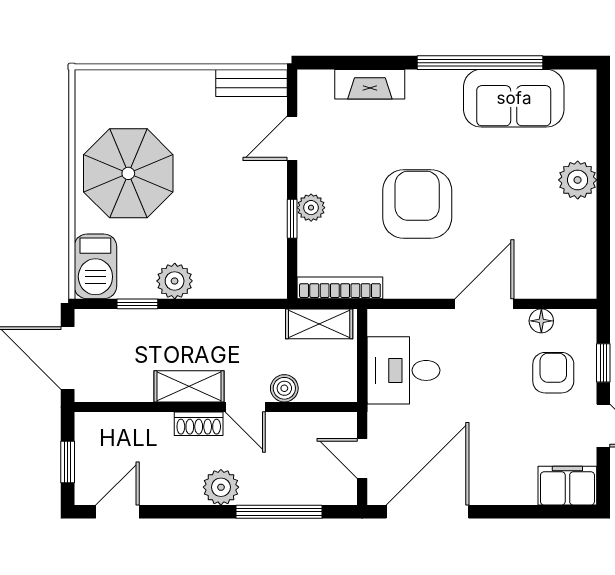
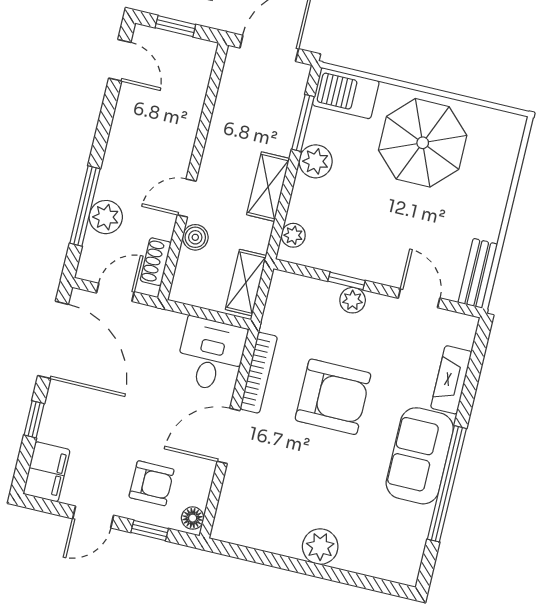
sofa: (514, 98) -> (420, 456), moved
plant: (258, 286) -> (293, 235), added
bookcase: (340, 288) -> (259, 373), moved
window: (137, 304) -> (303, 123), width x1.50
door: (484, 304) -> (228, 436), swing flipped
floor lamp: (541, 321) -> (193, 518), moved
desk: (403, 370) -> (211, 355), moved
shelving: (189, 386) -> (268, 187), moved
shoe rack: (199, 424) -> (156, 262), moved
plant: (221, 487) -> (106, 217), moved
window: (515, 512) -> (34, 419), added

